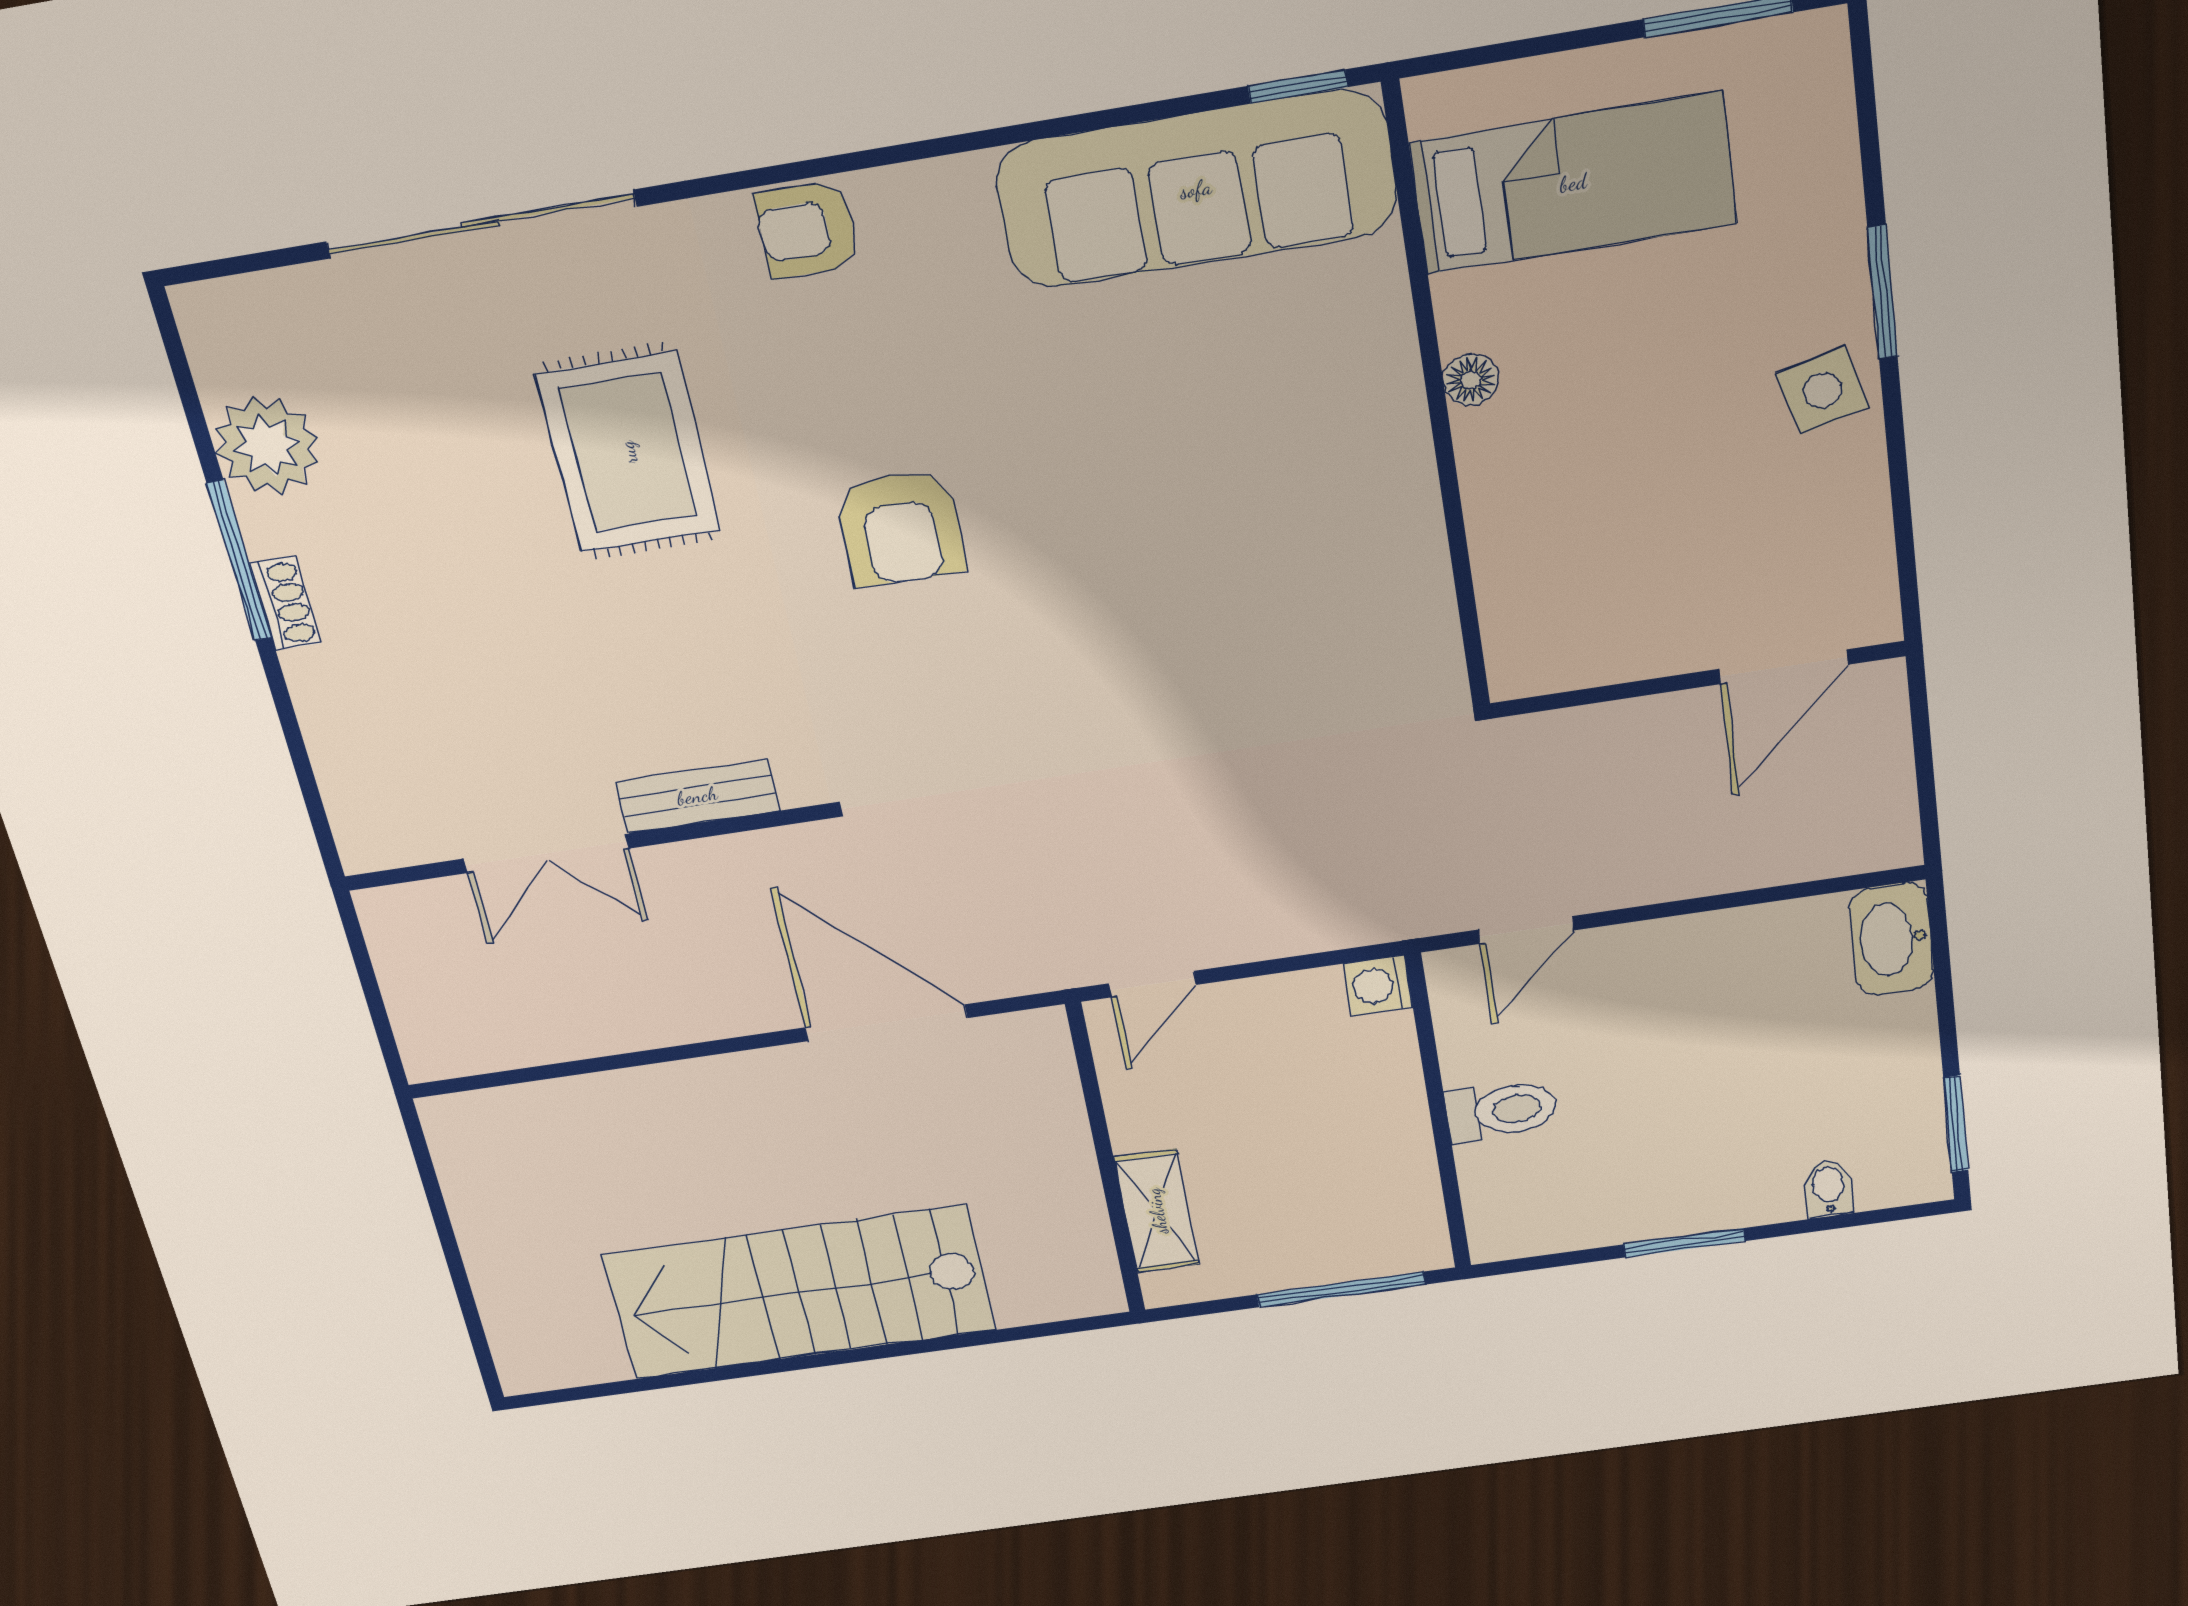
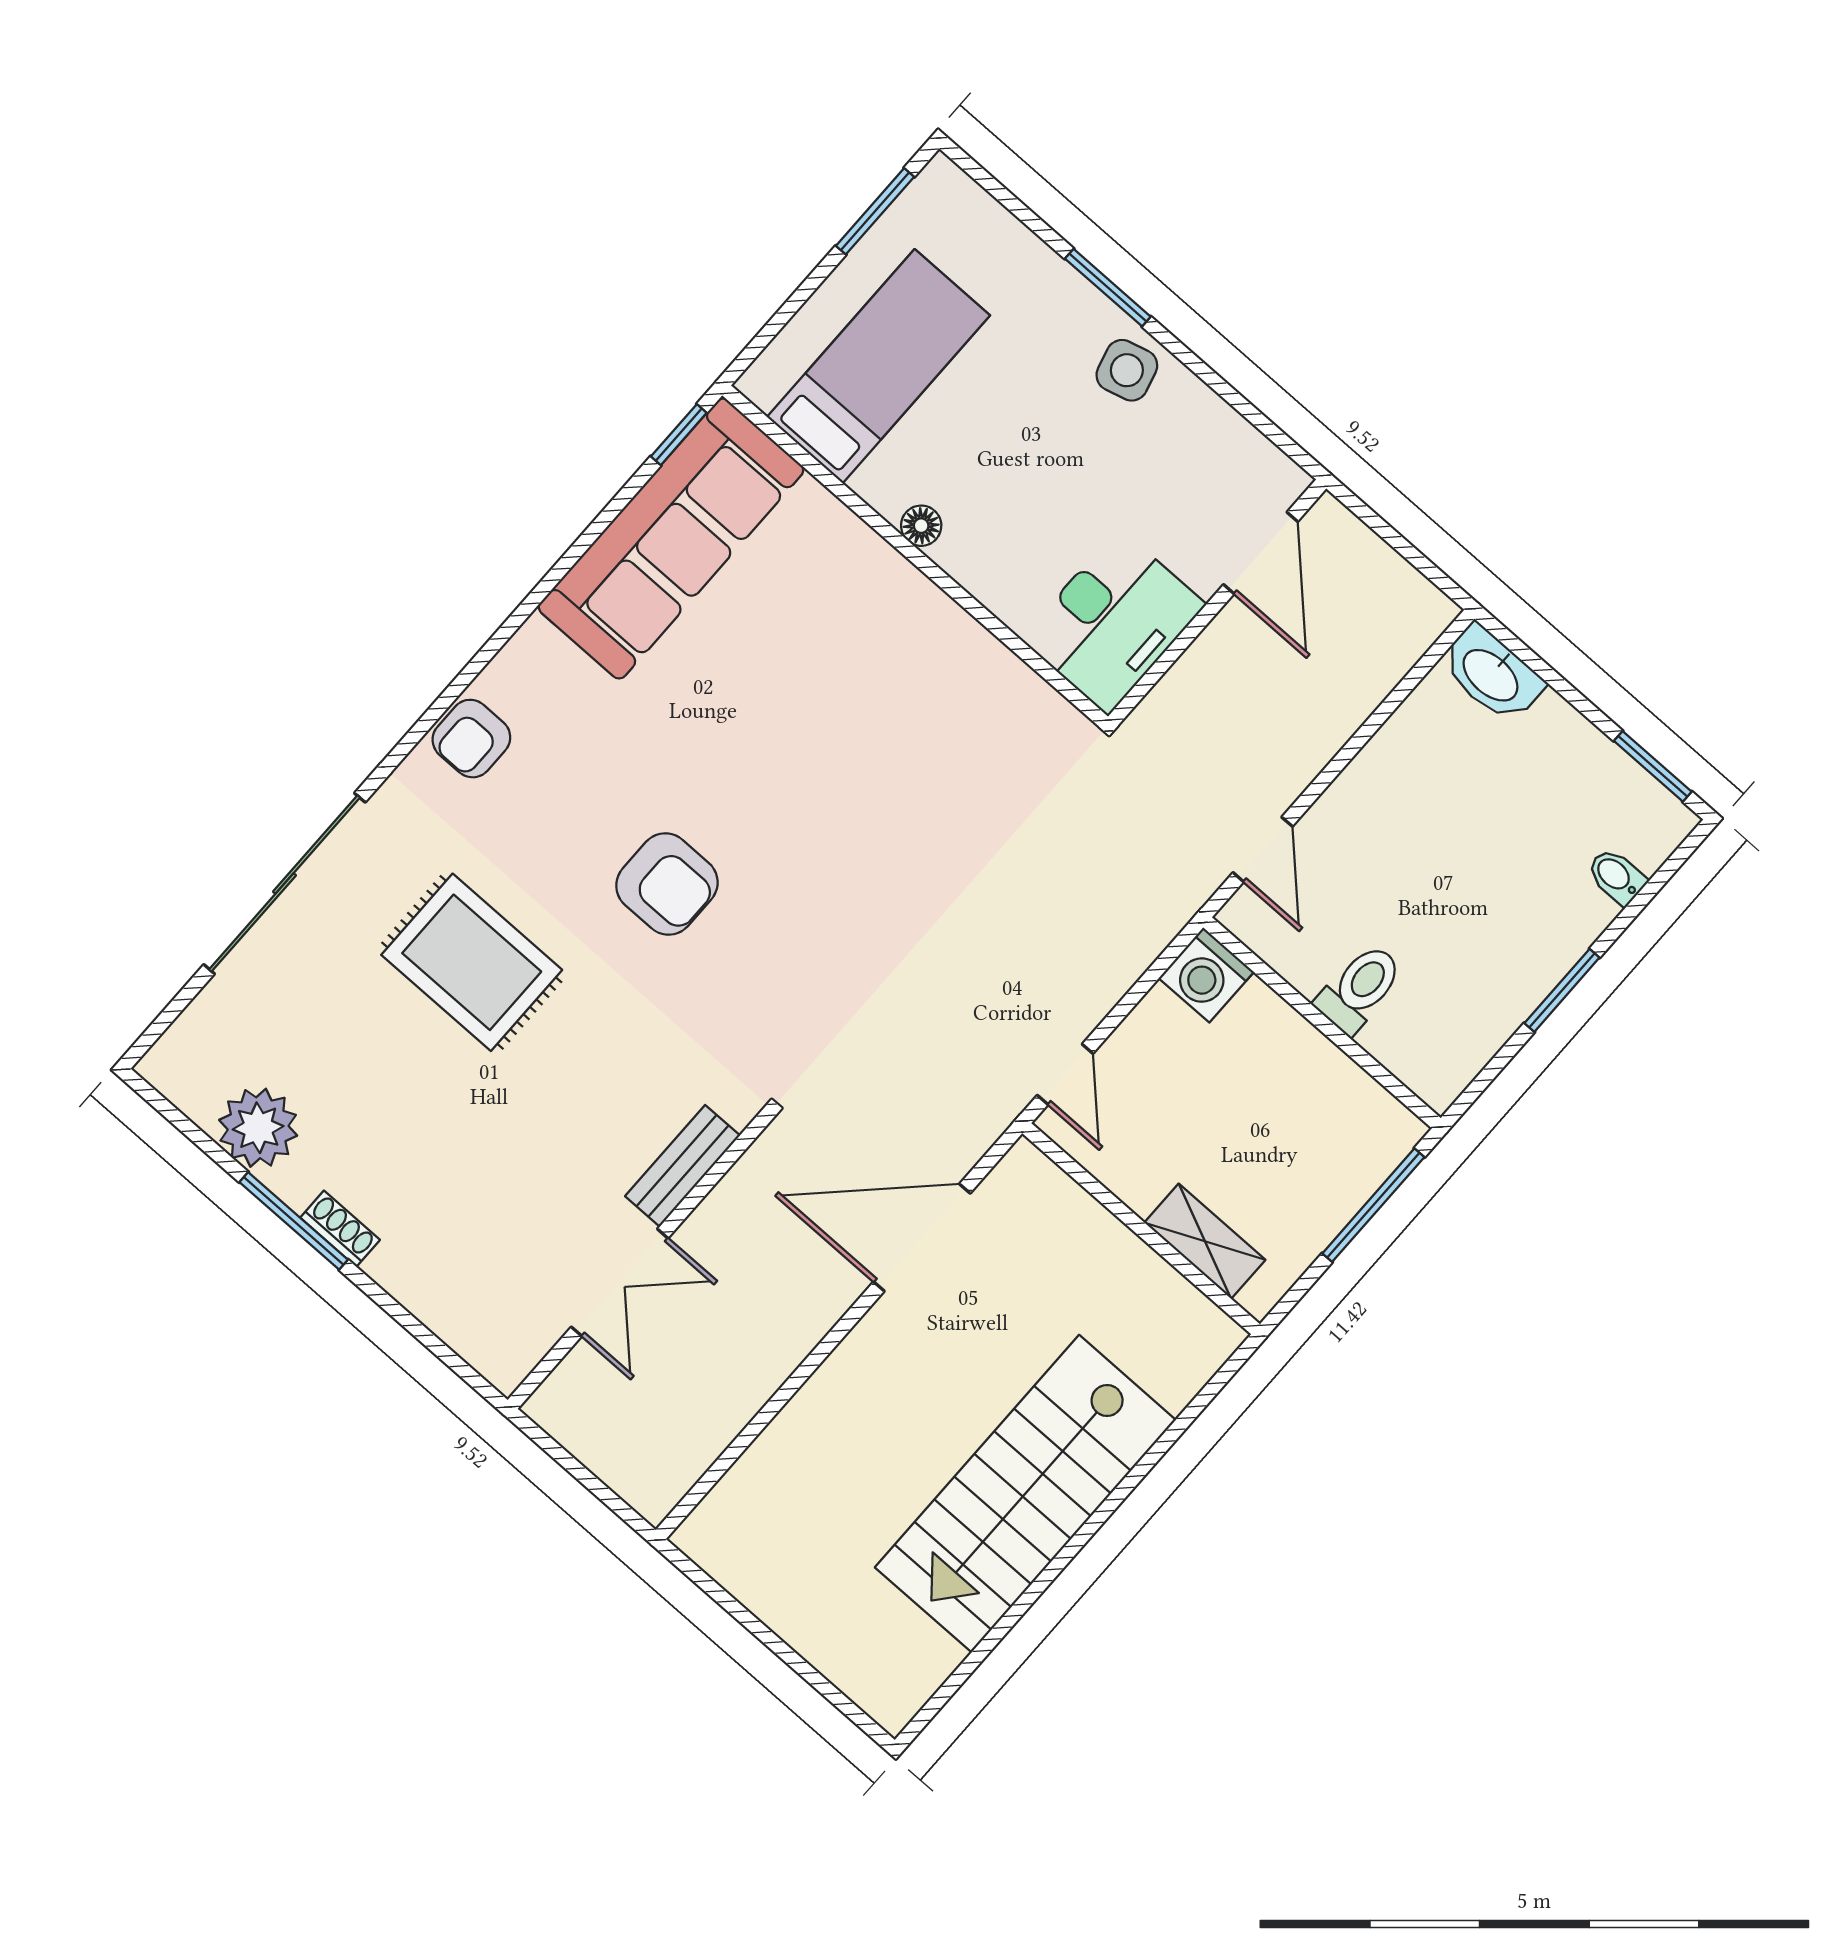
desk: (1578, 620) -> (1113, 622), added
washing machine: (1378, 986) -> (1206, 975), width x1.38, depth x1.38

